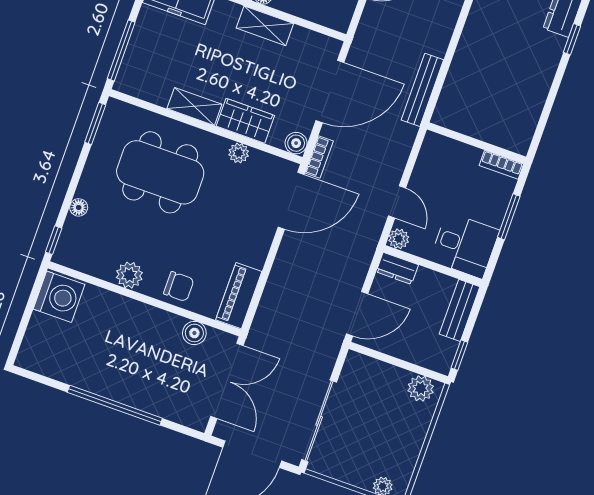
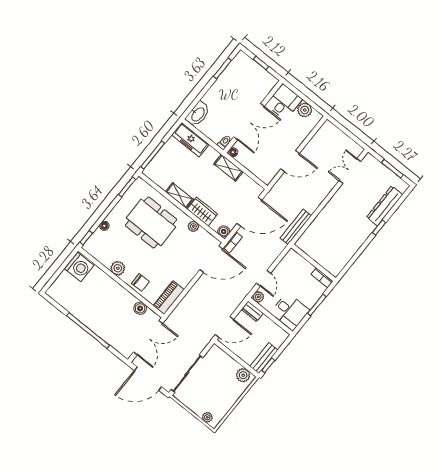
bench: (460, 310) -> (264, 358), moved

